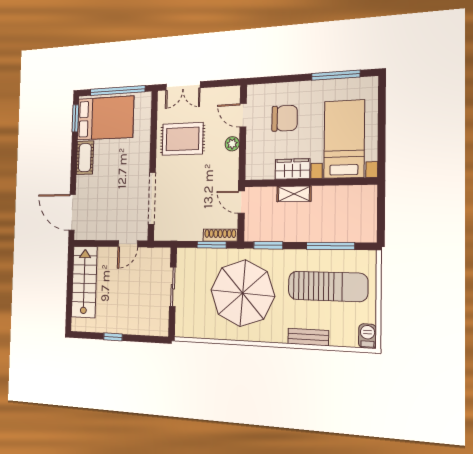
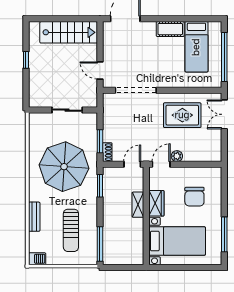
door: (243, 115) -> (161, 164), moved
window: (75, 118) -> (203, 19), removed
bed: (105, 118) -> (196, 47), width x0.67
rug: (183, 139) -> (182, 115), turned 90
shoe rack: (220, 235) -> (107, 152), width x0.70
window: (330, 246) -> (100, 244), moved
sun lounger: (328, 286) -> (71, 230), width x0.73, depth x0.75

